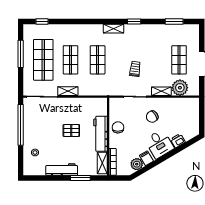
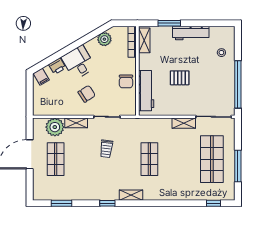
shop shelf: (70, 60) -> (181, 159), removed
workbench: (100, 134) -> (146, 91), moved
filing cabinet: (146, 158) -> (41, 77), moved

